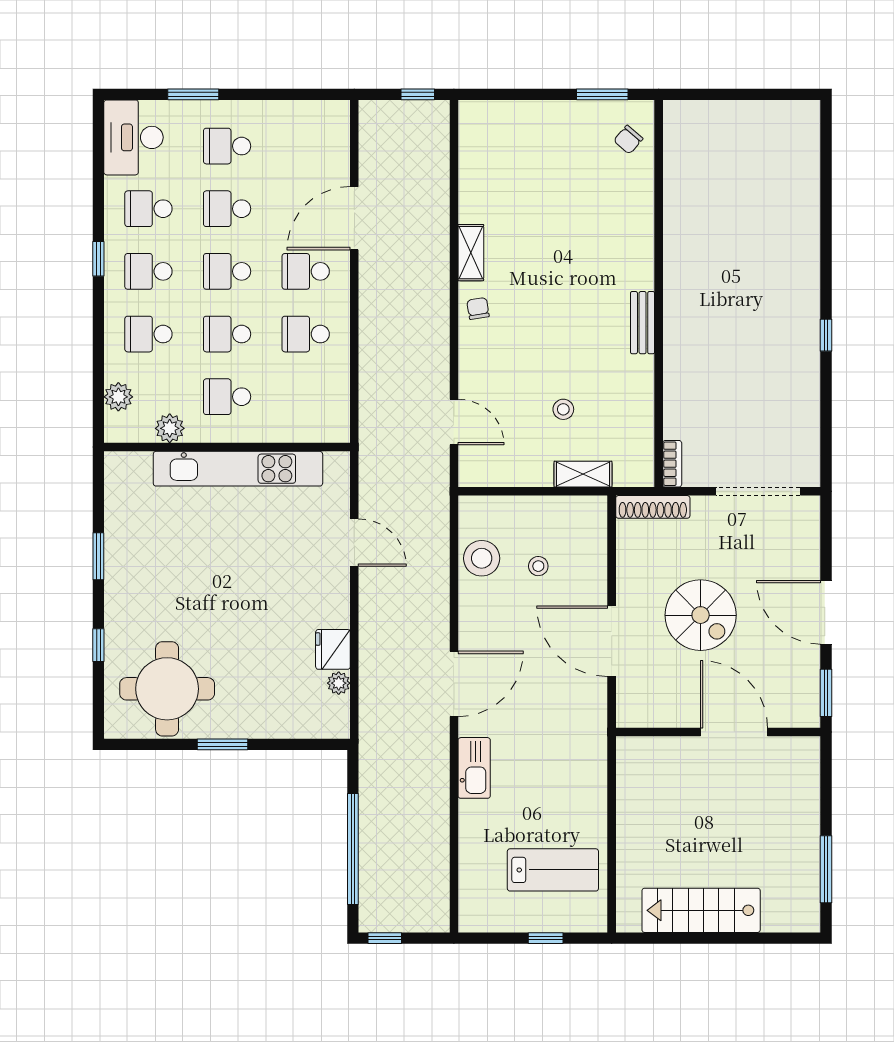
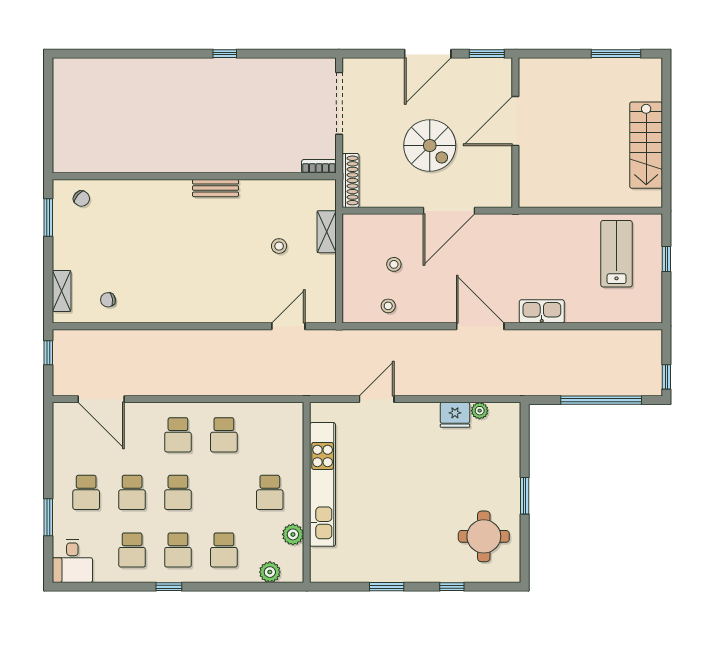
desk: (133, 137) -> (72, 561), width x0.73
door: (354, 218) -> (101, 399), moved
shelving: (471, 253) -> (62, 291), moved, turned 90
chair: (478, 308) -> (108, 300), moved
school desk: (227, 334) -> (224, 492), removed
stool: (482, 558) -> (388, 306), width x0.53, depth x0.53
spiral stairs: (701, 615) -> (430, 146), turned 90
round table: (167, 689) -> (484, 536), width x0.73, depth x0.73

